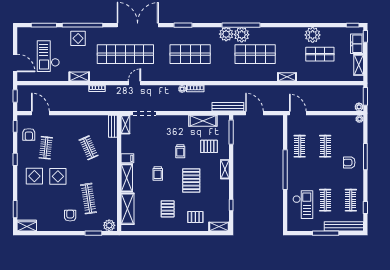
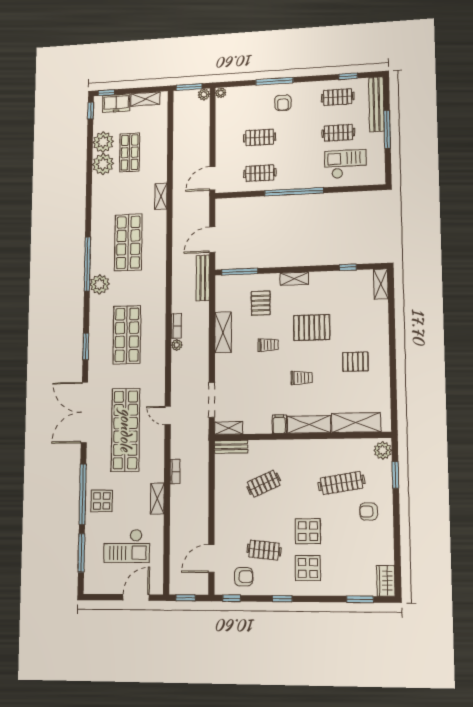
plant: (242, 35) -> (103, 142), moved
shelving: (203, 121) -> (223, 332), moved
pallet: (195, 217) -> (367, 320), removed

